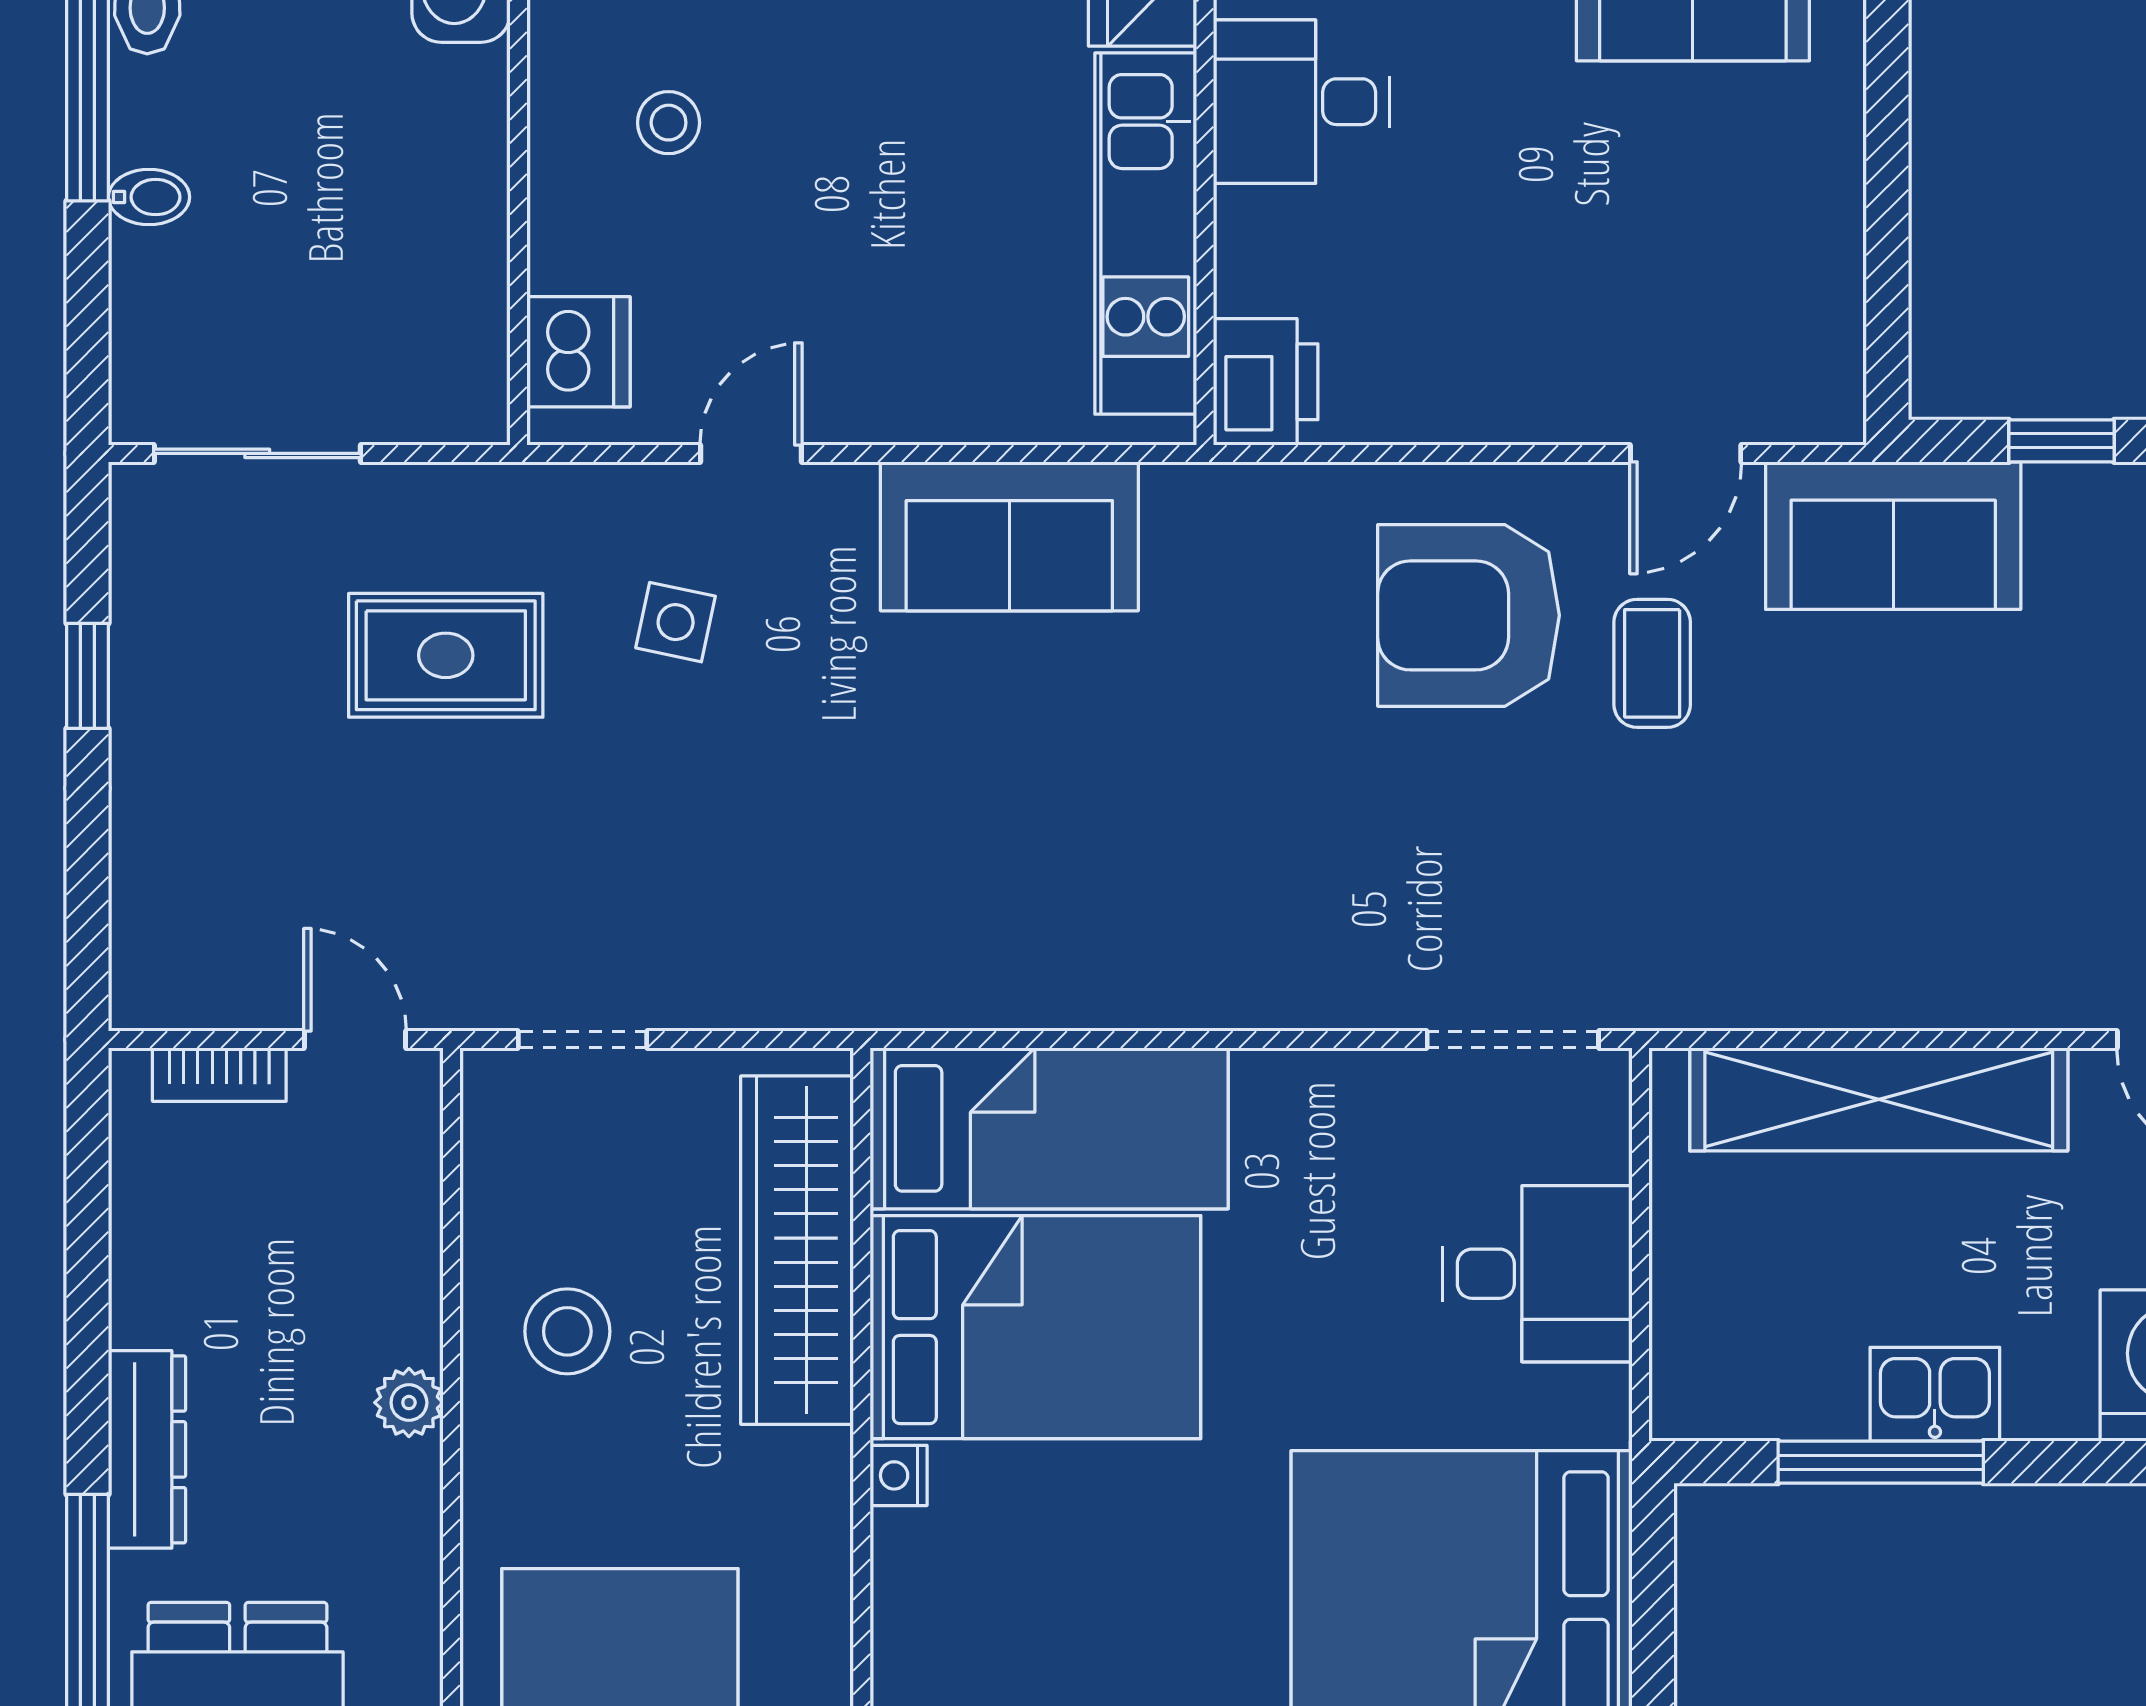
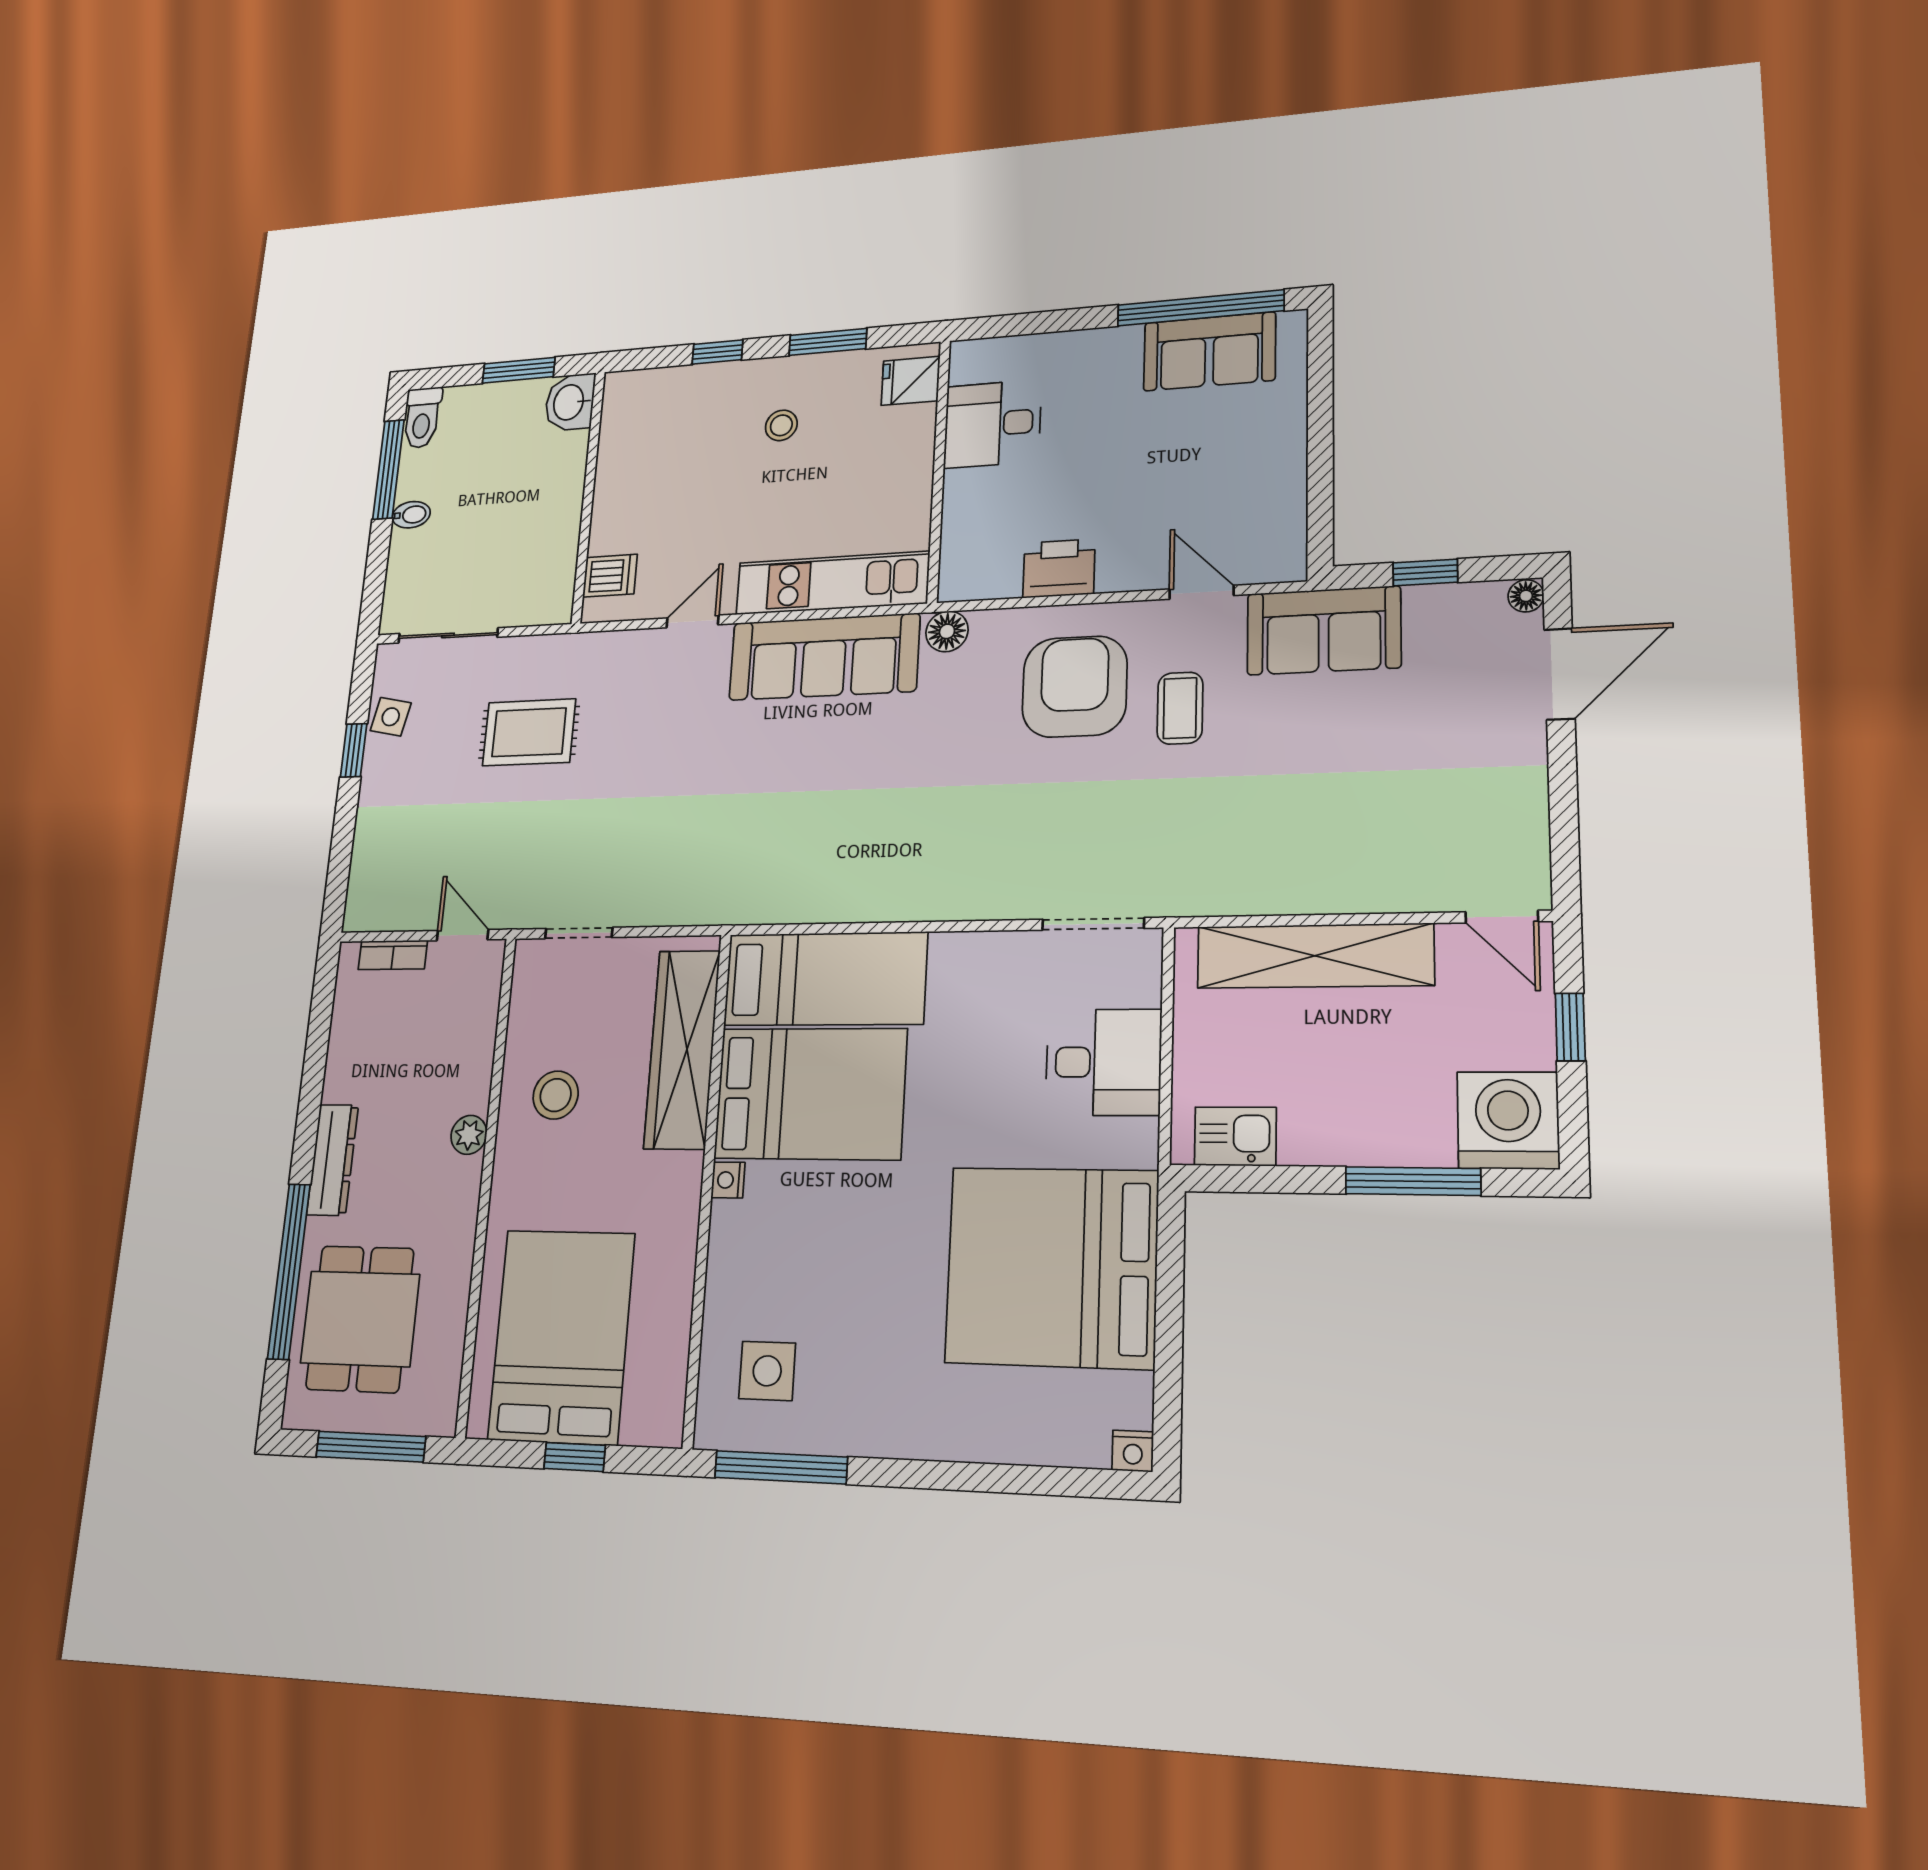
stool: (669, 123) -> (781, 425), moved
kitchen unit: (1146, 234) -> (832, 583), moved, turned 90
dishwasher: (578, 352) -> (610, 576), width x0.73
printer: (1266, 382) -> (1059, 568), moved, turned -90
door: (1686, 453) -> (1201, 592), swing flipped
floor lamp: (1235, 500) -> (947, 631), added
sofa: (1009, 536) -> (824, 657), width x1.36
armchair: (1469, 615) -> (1075, 687), turned 90
side table: (676, 622) -> (391, 717), moved
kitchen sink: (1935, 1394) -> (1235, 1136), moved
window: (1881, 1462) -> (1413, 1181), moved

